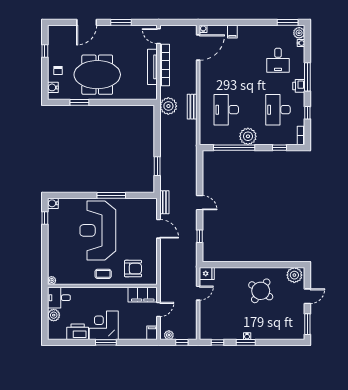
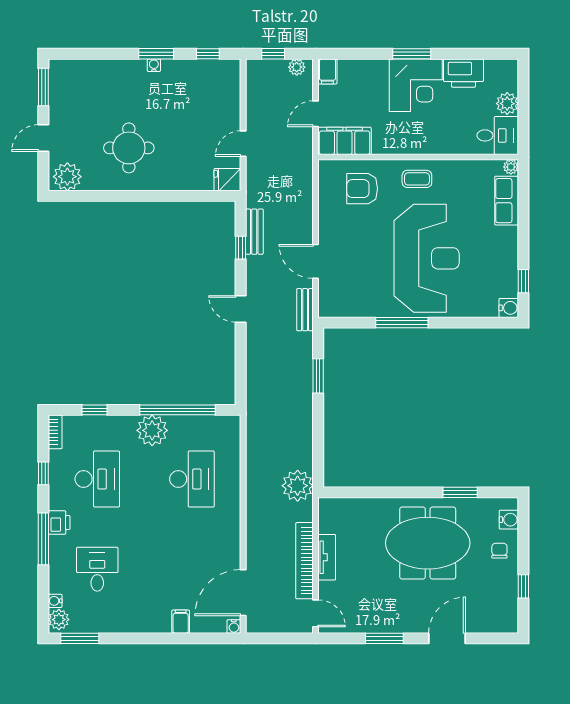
tv unit: (152, 67) -> (327, 557), width x0.71
bench: (192, 107) -> (254, 232), moved
row of seats: (54, 262) -> (507, 201), added
round table: (261, 291) -> (129, 148), turned -34

